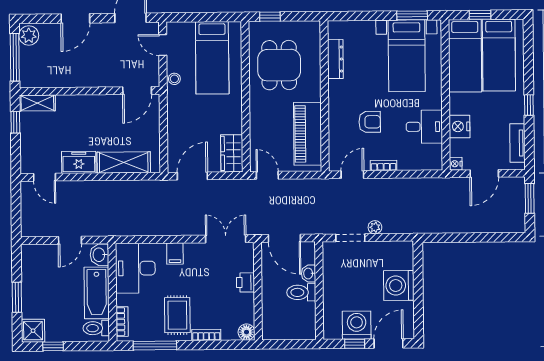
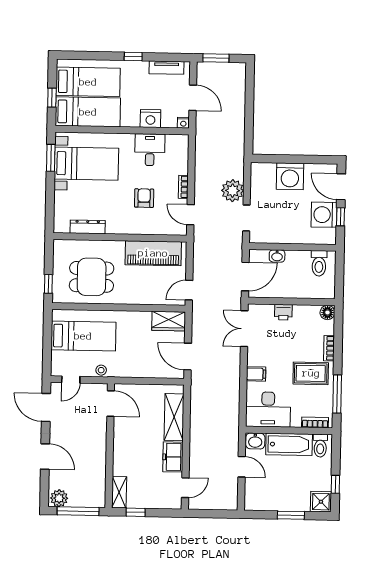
plant: (375, 227) -> (233, 191), width x1.88, depth x1.88
toilet: (301, 292) -> (319, 263), moved

